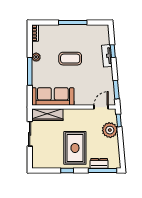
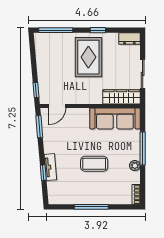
plant: (110, 130) -> (47, 78), removed
dresser: (99, 163) -> (129, 39), moved

